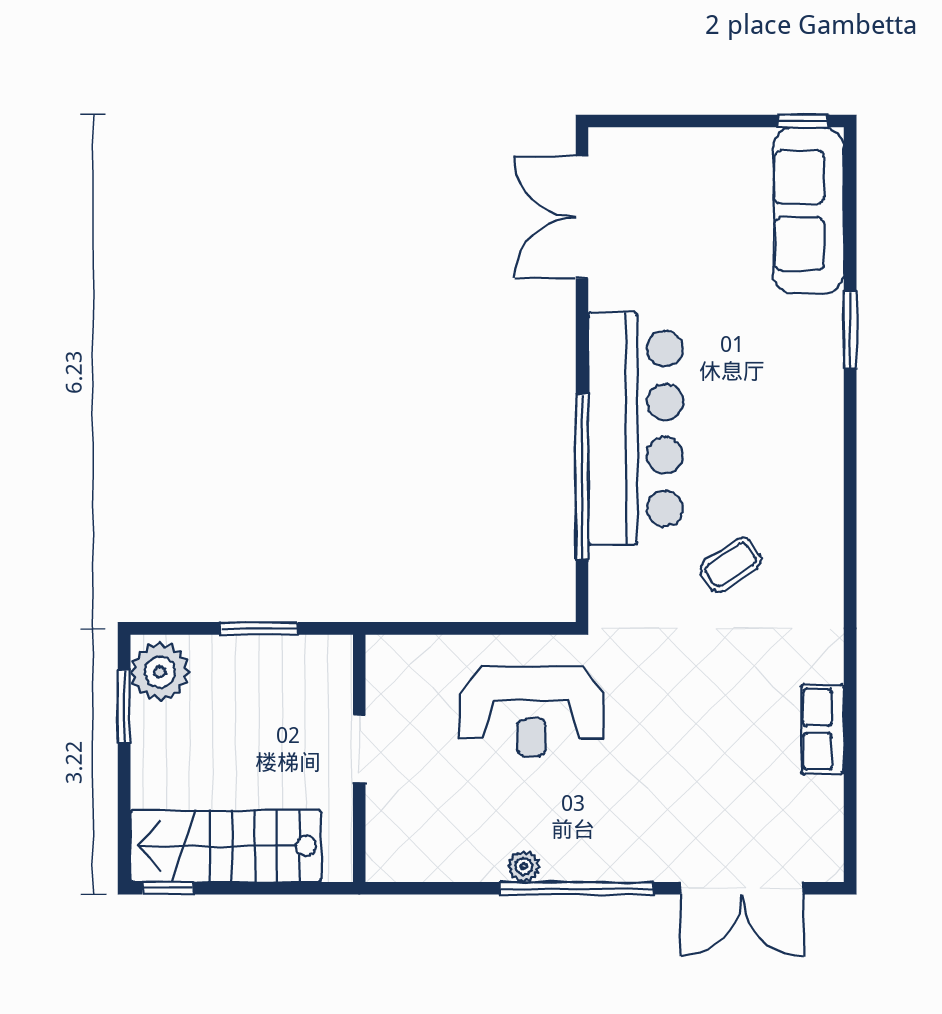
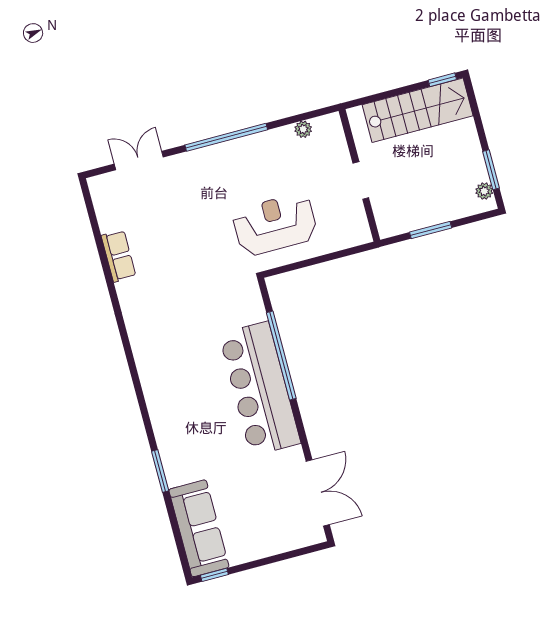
coffee table: (730, 565) -> (190, 330), removed
plant: (160, 672) -> (484, 191), width x0.53, depth x0.53
plant: (524, 866) -> (303, 129), moved
double door: (742, 888) -> (139, 161), width x0.73

